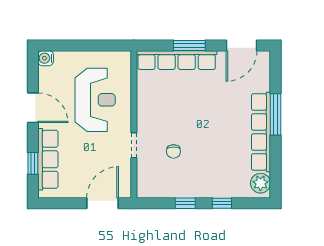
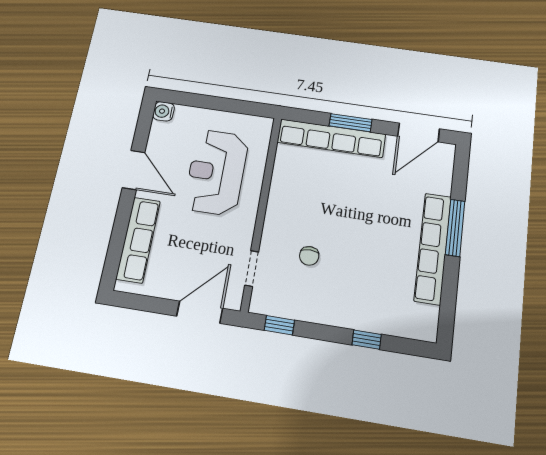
reception desk: (95, 100) -> (216, 172), turned 180
doorway: (134, 145) -> (252, 268), moved
window: (33, 163) -> (117, 242), removed
plant: (260, 183) -> (425, 320), removed
window: (185, 203) -> (279, 325), moved

